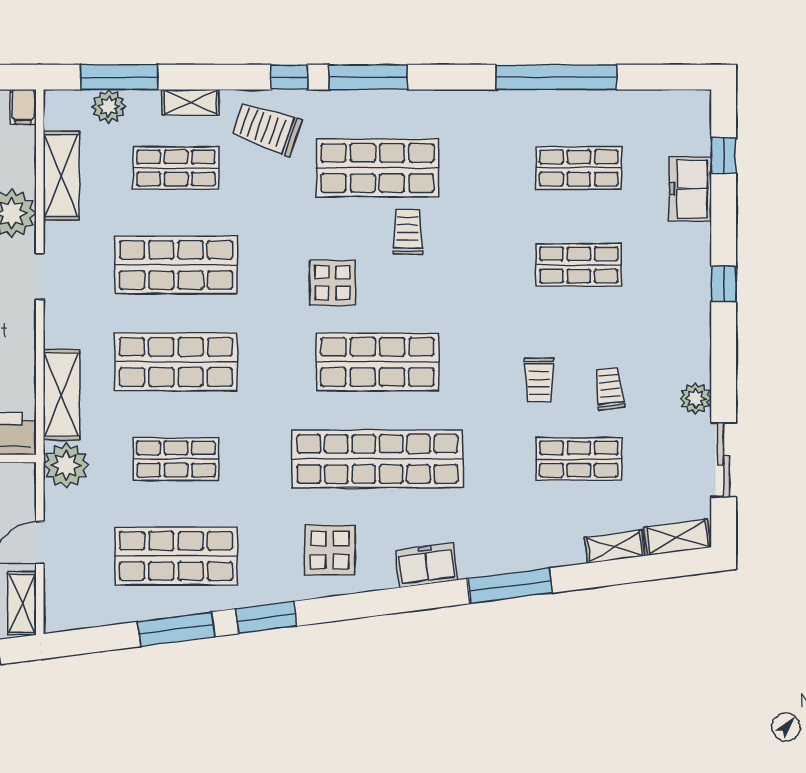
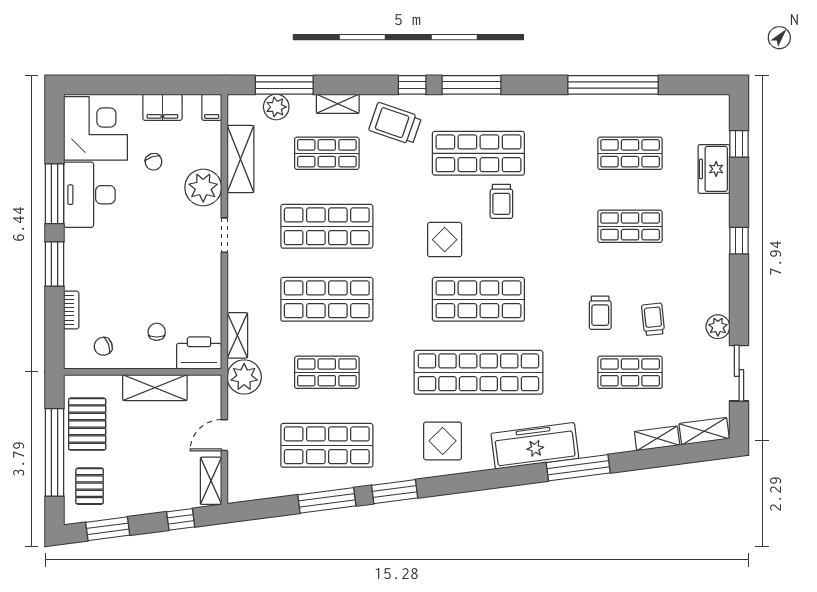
trolley: (408, 232) -> (501, 201), turned 180
shelving: (62, 395) -> (237, 335), width x0.67, depth x0.75
freezer: (427, 565) -> (535, 446), width x1.91, depth x1.26

